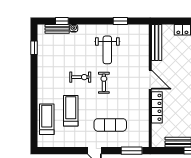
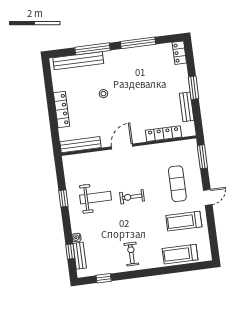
window: (120, 21) -> (63, 198), moved
exercise bike: (80, 77) -> (131, 254), moved
locker: (157, 107) -> (163, 134), moved
treadmill: (71, 111) -> (184, 221), moved

